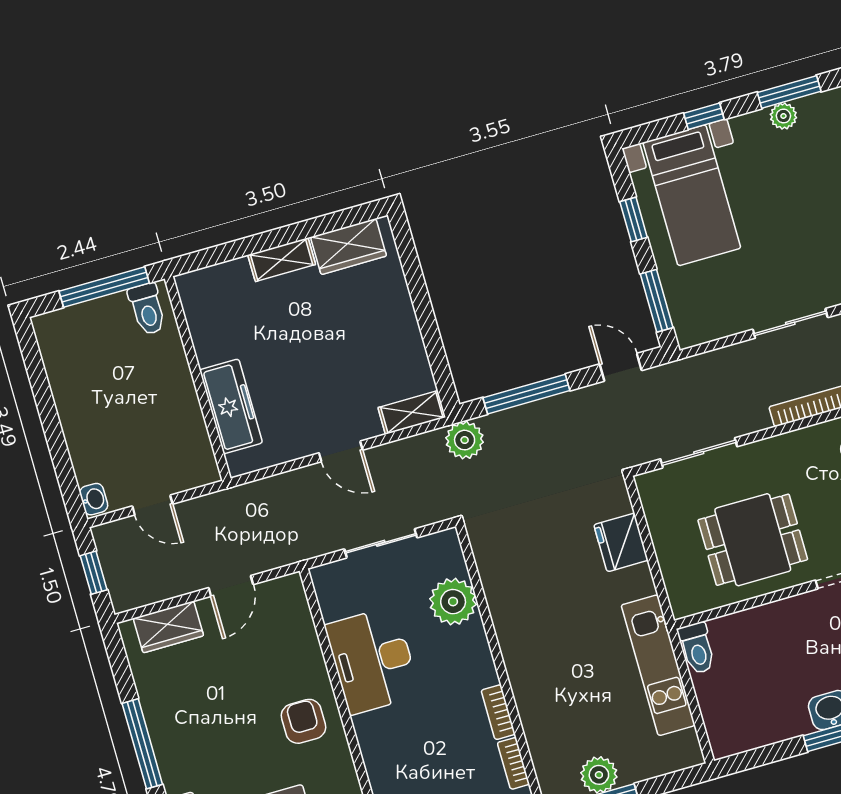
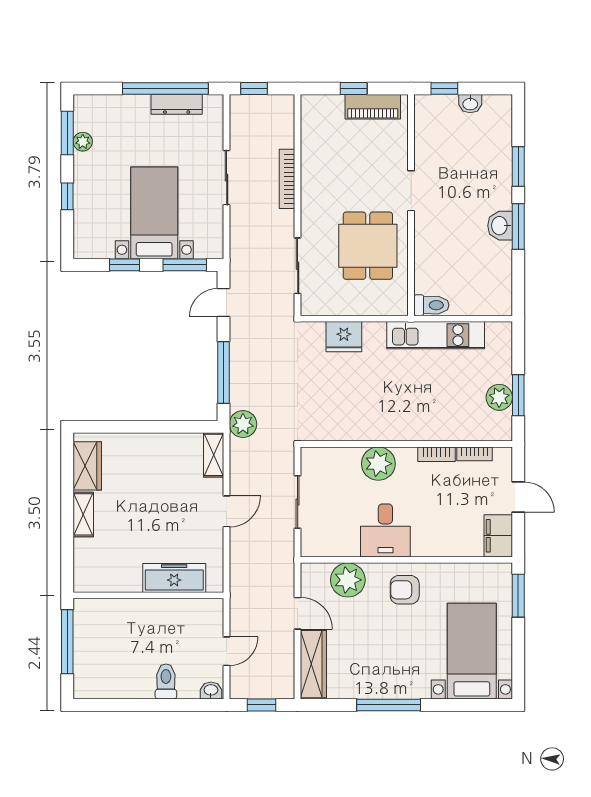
bed with nightstands: (692, 195) -> (154, 213), moved, turned -90
toilet: (147, 309) -> (166, 681), moved, turned -90
plant: (453, 602) -> (378, 464), moved
wardrobe: (168, 627) -> (313, 664), width x1.50
plant: (295, 641) -> (348, 580), added
desk: (373, 660) -> (385, 530), width x0.73

